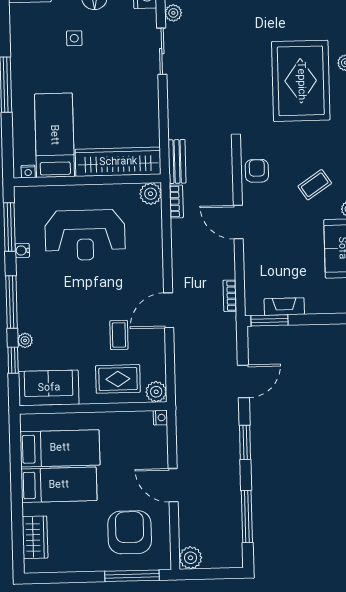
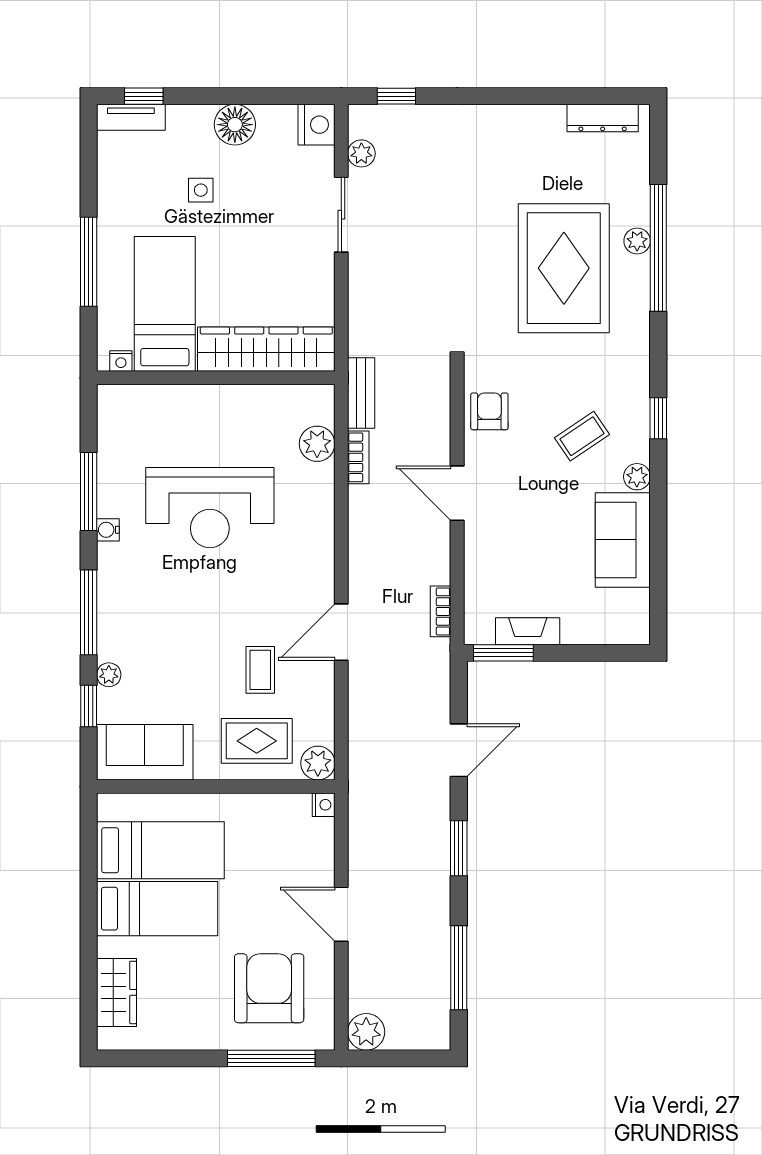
bed: (54, 135) -> (165, 304), moved
wardrobe: (118, 162) -> (266, 349), moved
nightstand: (28, 172) -> (121, 361), moved
wall: (87, 180) -> (216, 378), moved

